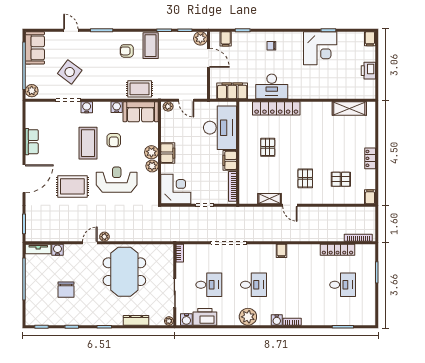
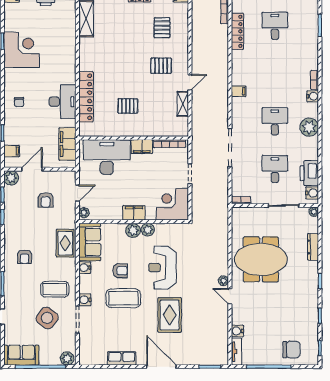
coffee table: (151, 46) -> (55, 289), moved
armchair: (180, 71) -> (46, 200), added
chair: (66, 290) -> (291, 350), moved

